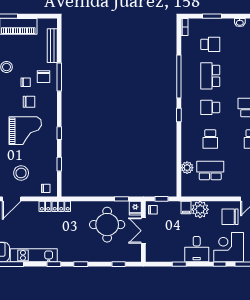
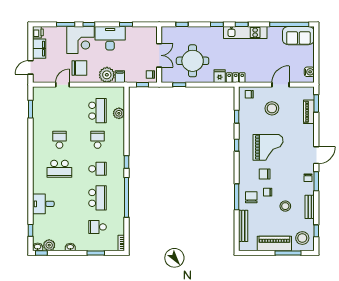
grand piano: (25, 131) -> (268, 147), turned 180
school desk: (210, 171) -> (98, 111), turned -90
locker: (55, 206) -> (236, 78), width x0.66
fridge: (135, 208) -> (220, 76), moved
desk: (197, 249) -> (110, 38), width x1.37
kitchen unit: (34, 255) -> (245, 33), moved

